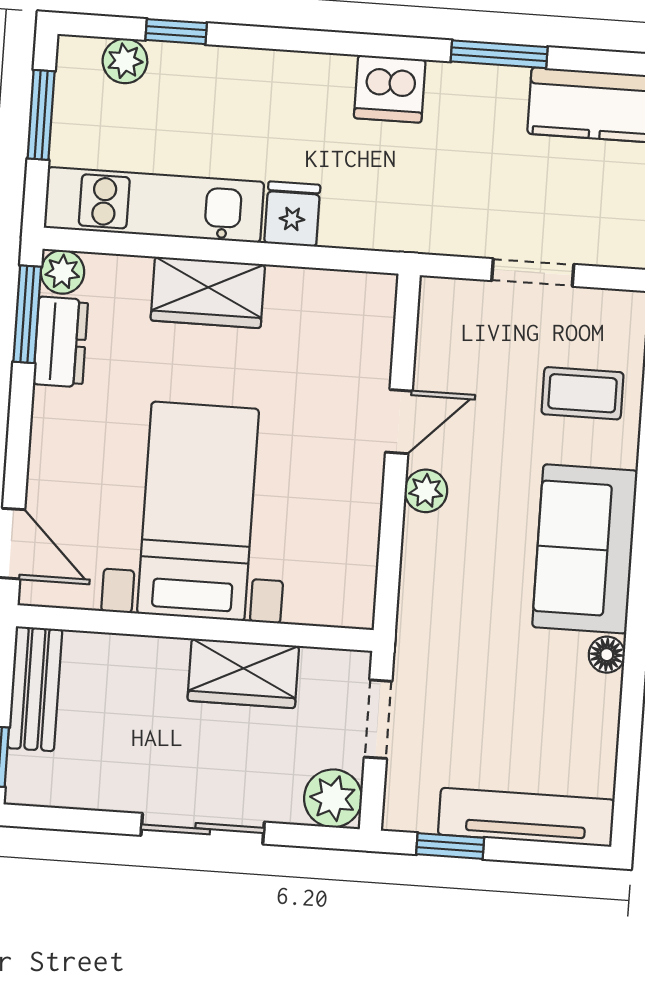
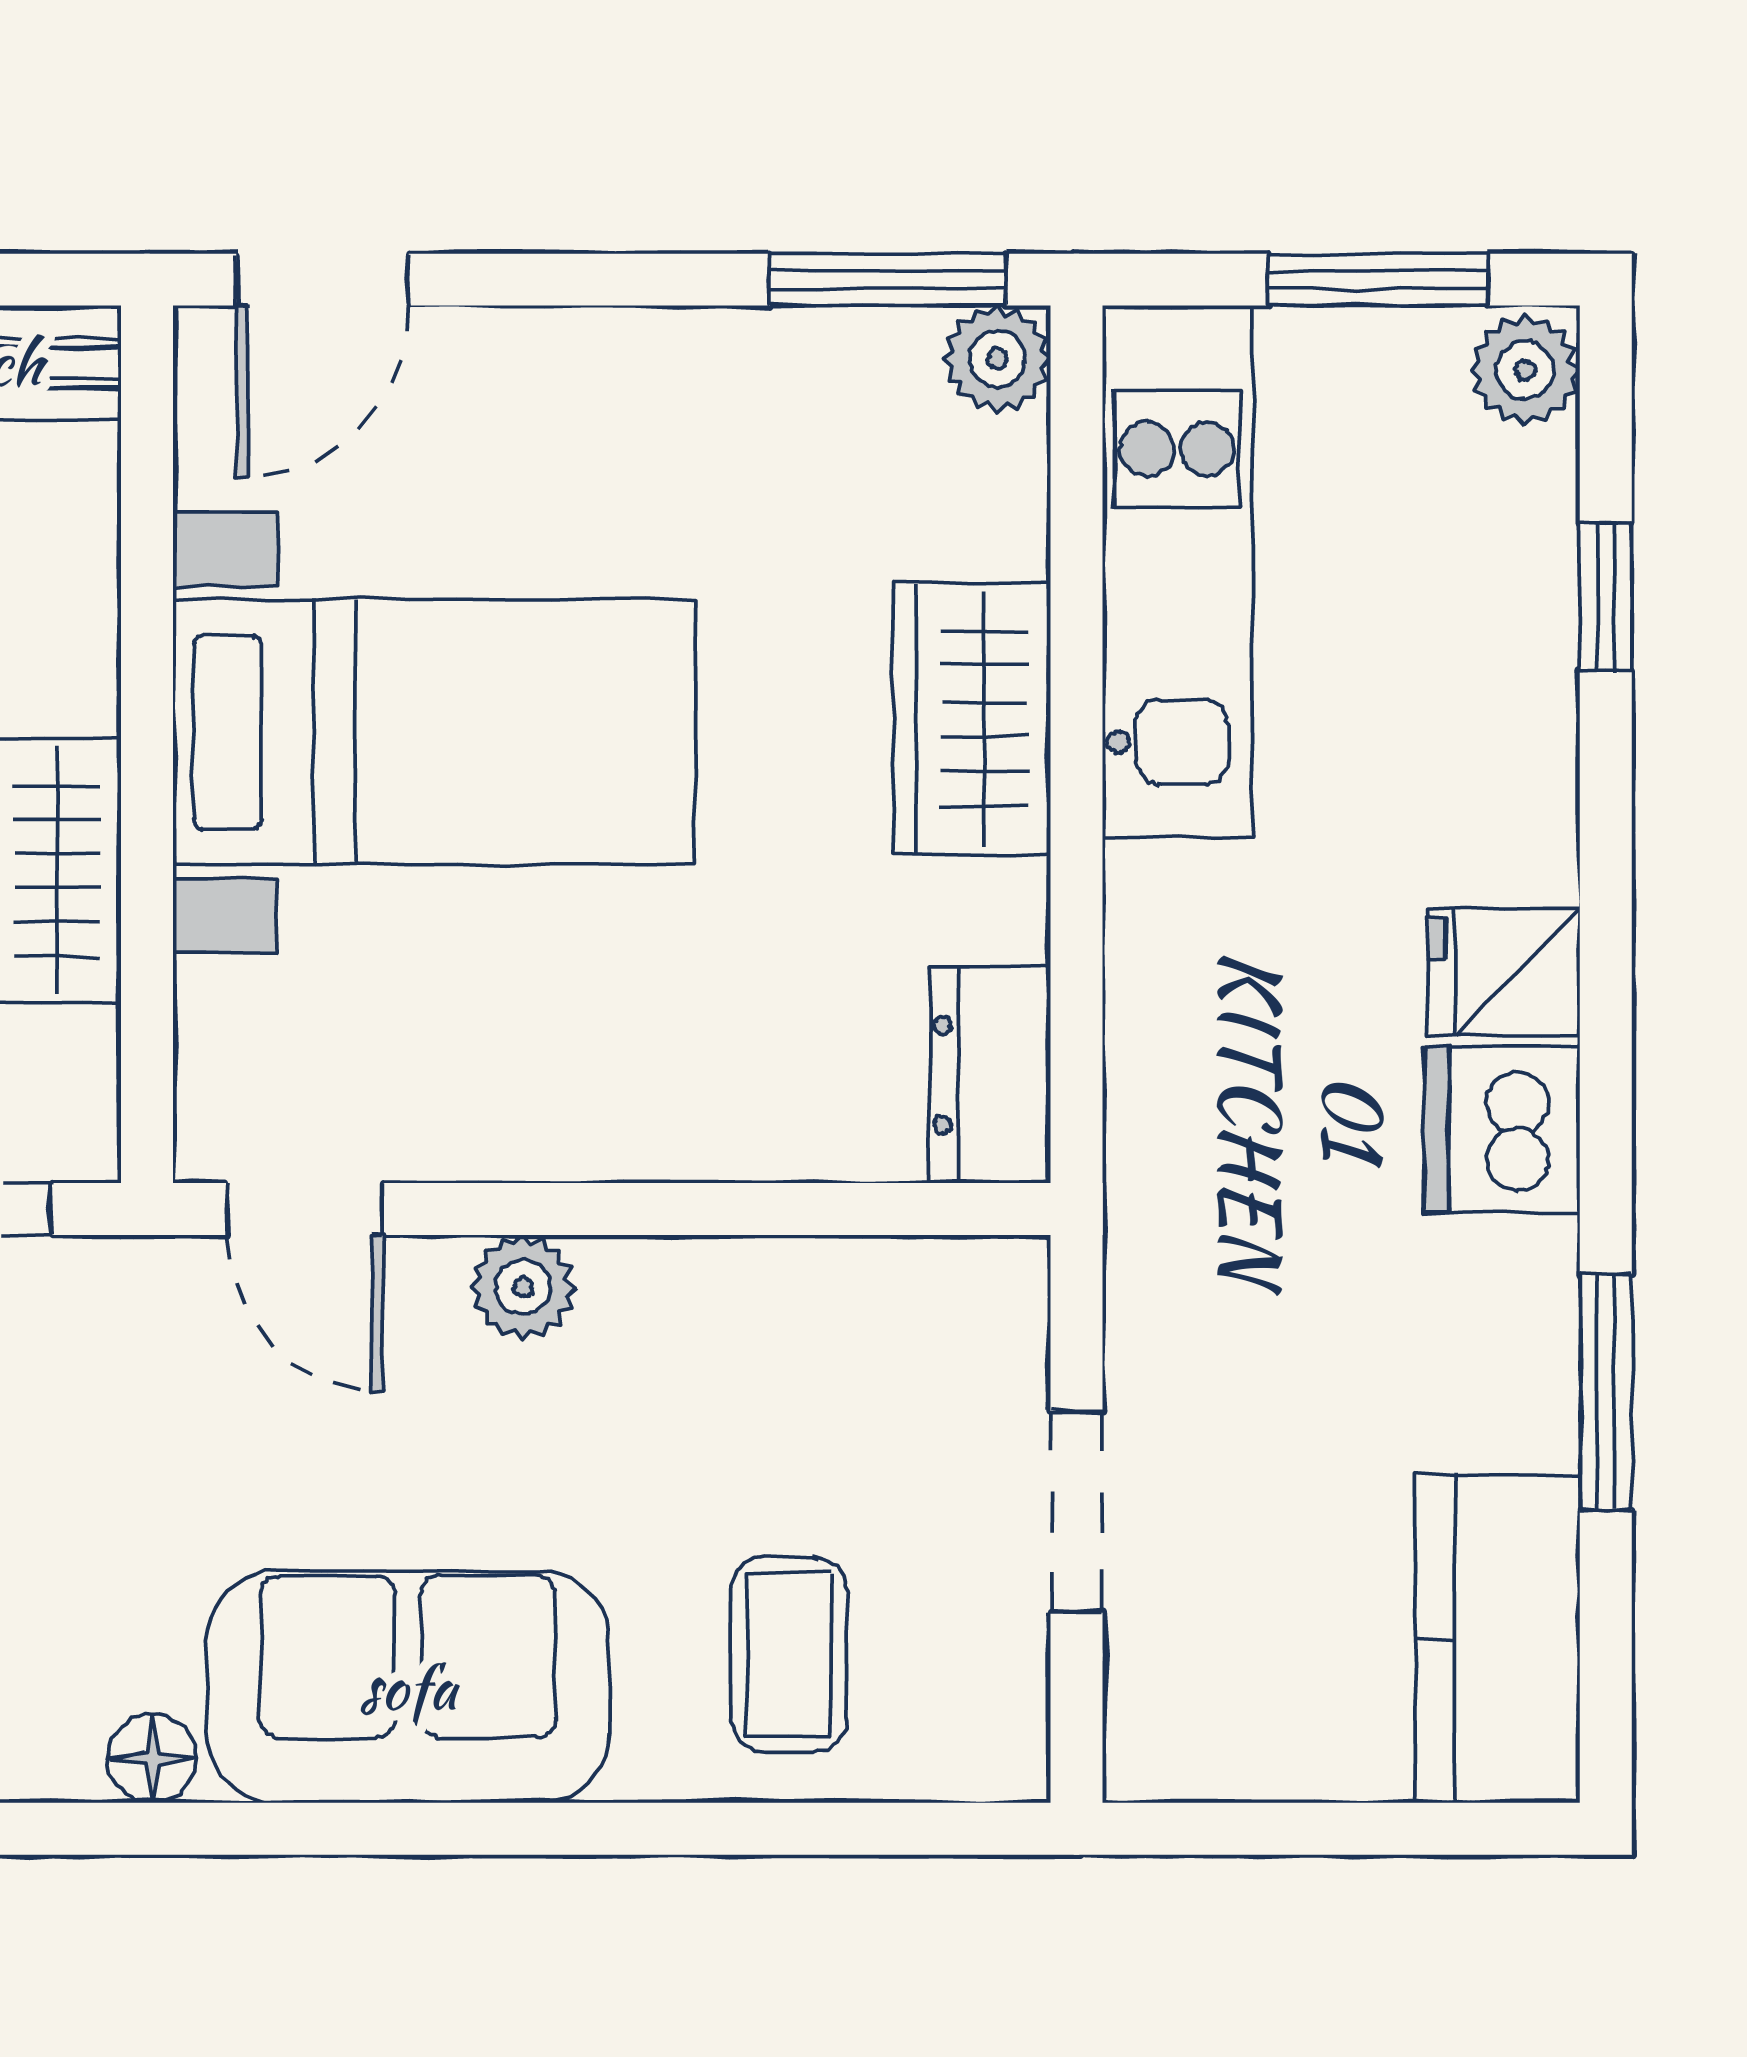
plant: (125, 61) -> (1525, 370), moved
fridge: (292, 214) -> (1504, 972), moved, turned 180
dresser: (61, 342) -> (990, 1075), moved, turned 90
door: (399, 422) -> (305, 1209), moved

